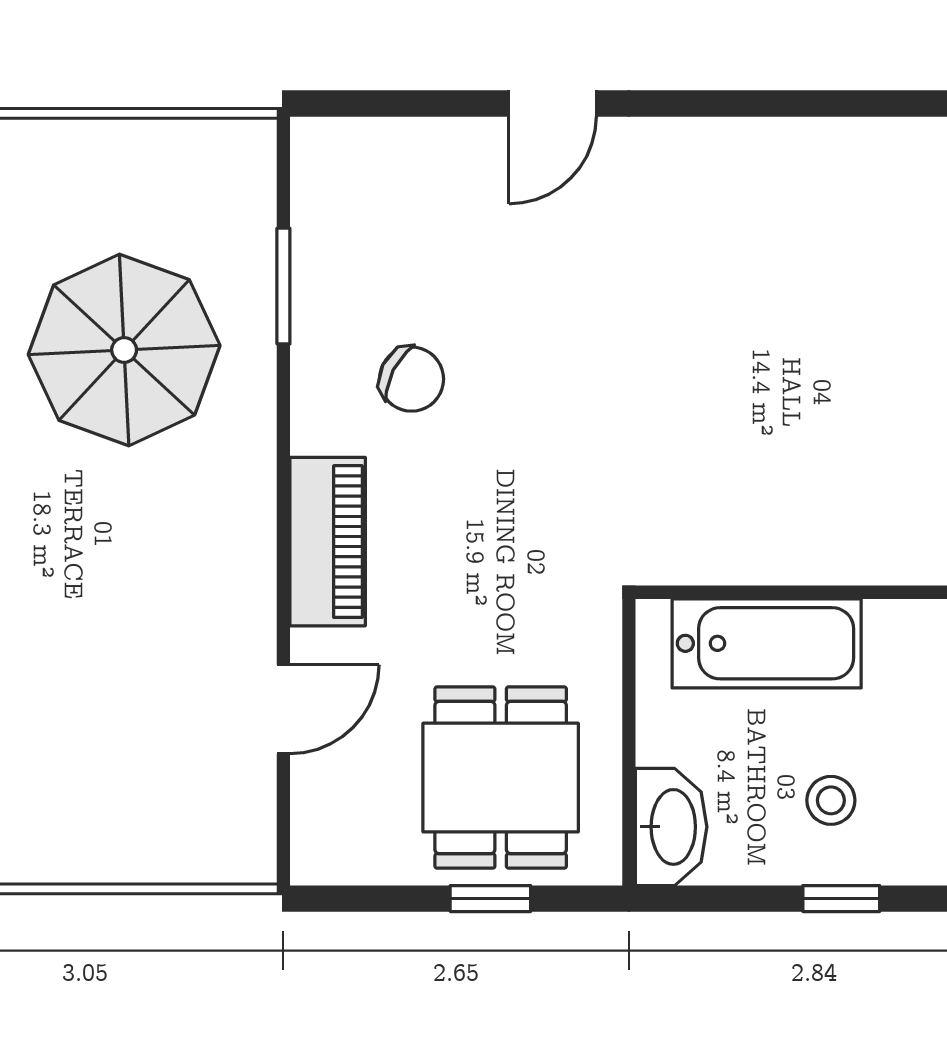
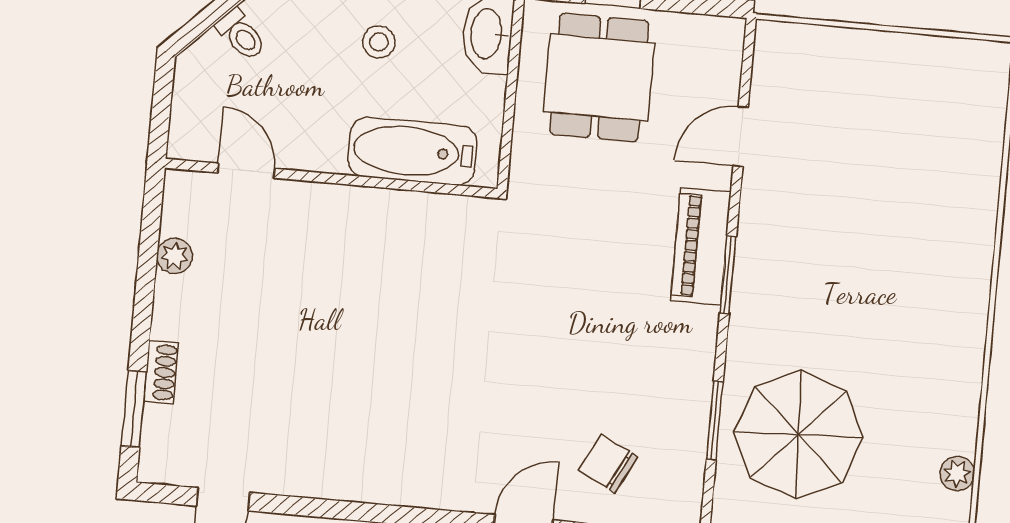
parasol: (124, 350) -> (799, 434), moved
chair: (411, 379) -> (608, 464), moved
window: (283, 503) -> (728, 275), added

